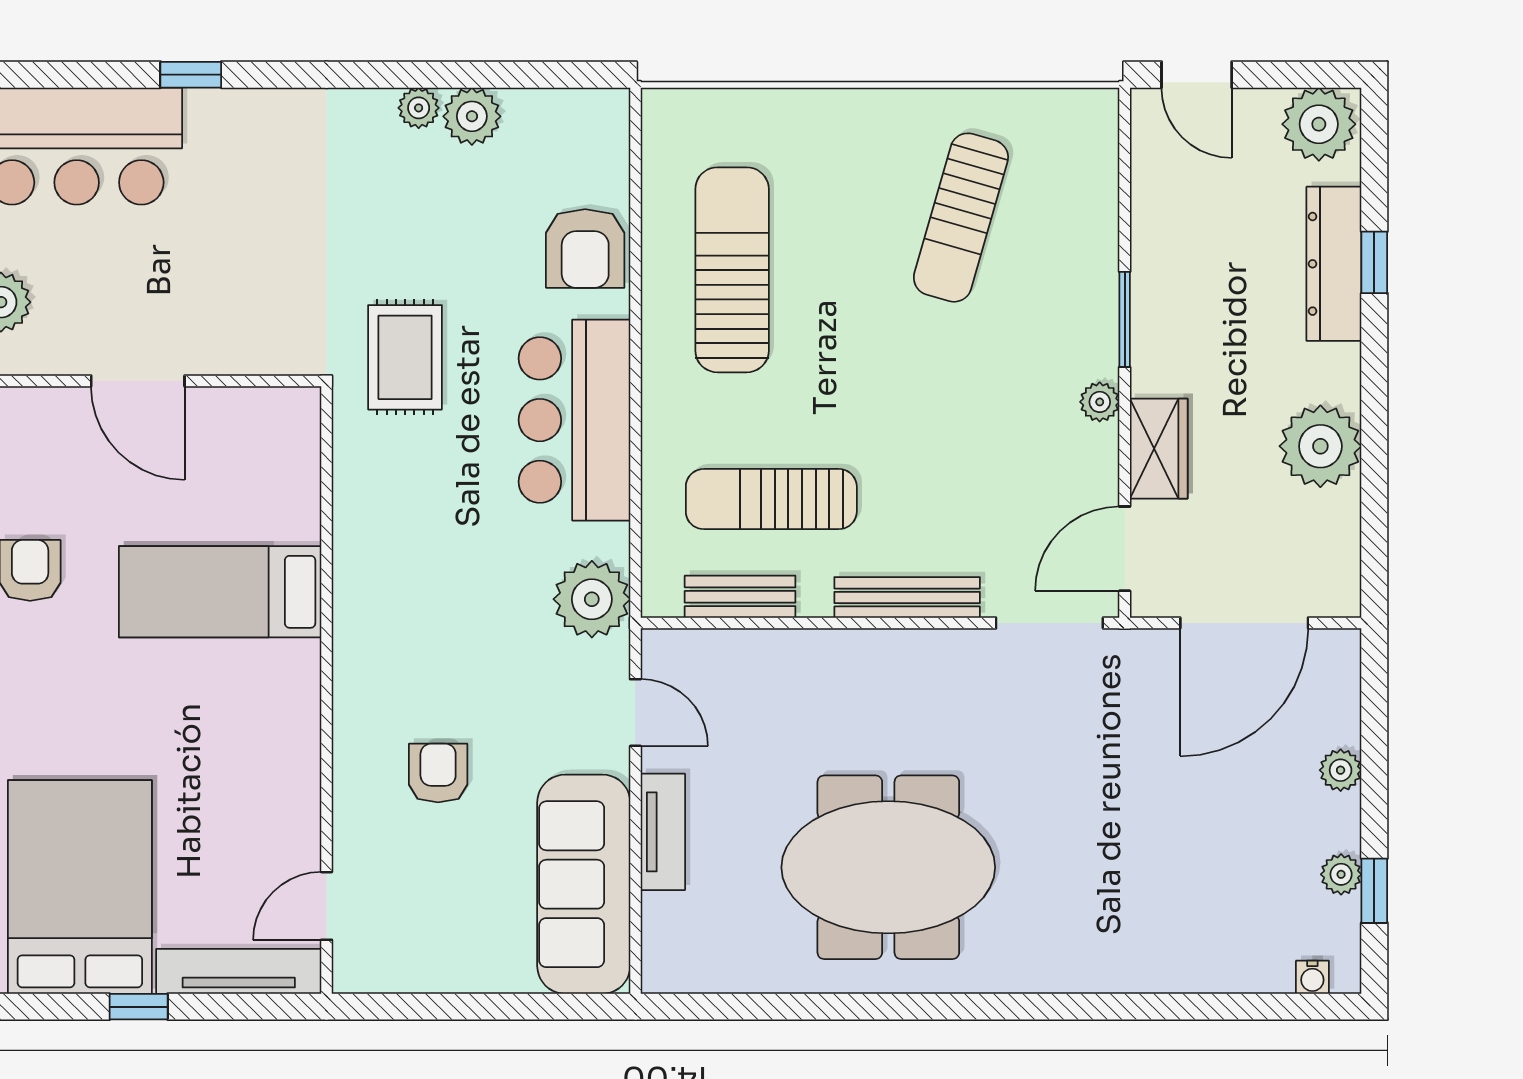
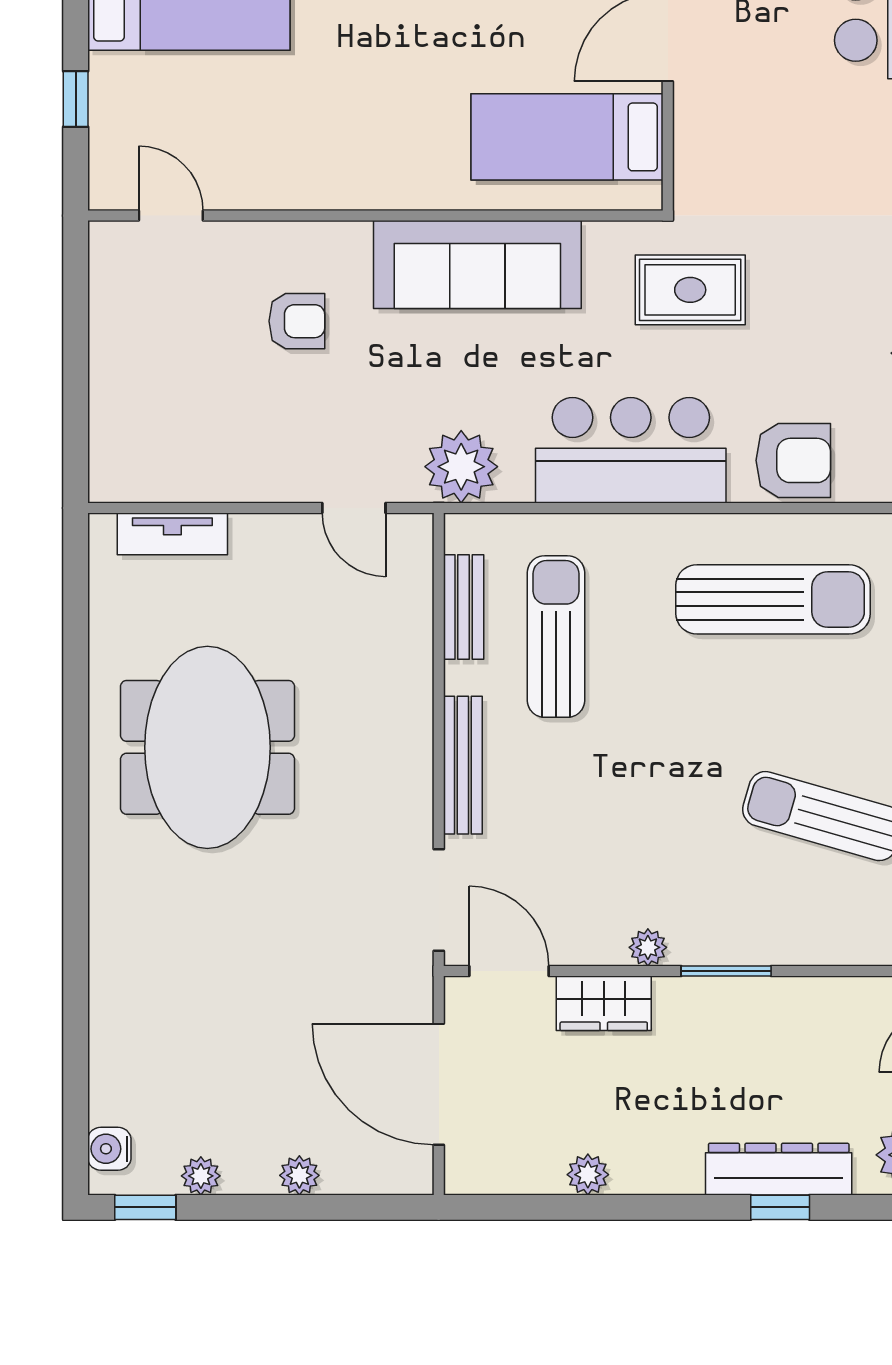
armchair: (585, 248) -> (793, 460), turned 180
plant: (1320, 446) -> (588, 1175), width x0.53, depth x0.53
bed: (220, 592) -> (567, 137), moved, turned -90
door: (635, 713) -> (354, 508), hinge flipped
tv unit: (663, 832) -> (172, 534), moved
sofa: (584, 884) -> (477, 265), moved, turned 180
window: (1374, 891) -> (145, 1207), moved
tv unit: (239, 971) -> (109, 132), removed
water cooler: (1312, 977) -> (109, 1149), width x1.38, depth x1.38
window: (139, 1007) -> (76, 99), moved

